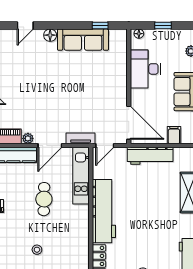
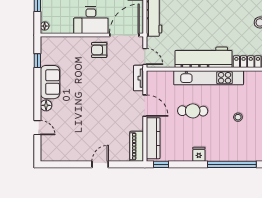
sofa: (83, 40) -> (50, 82), width x0.73
desk: (145, 69) -> (91, 20), moved
armchair: (112, 95) -> (99, 50), added
plant: (28, 138) -> (138, 125), removed
kitchen unit: (81, 176) -> (209, 78), moved, width x1.36

